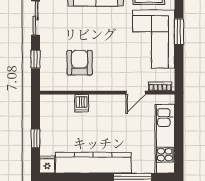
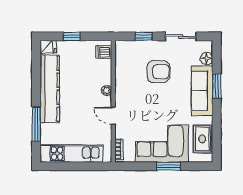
armchair: (80, 63) -> (158, 72), moved
door: (136, 93) -> (113, 116), moved
plant: (95, 100) -> (106, 90), added
dishwasher: (82, 103) -> (104, 52), moved

